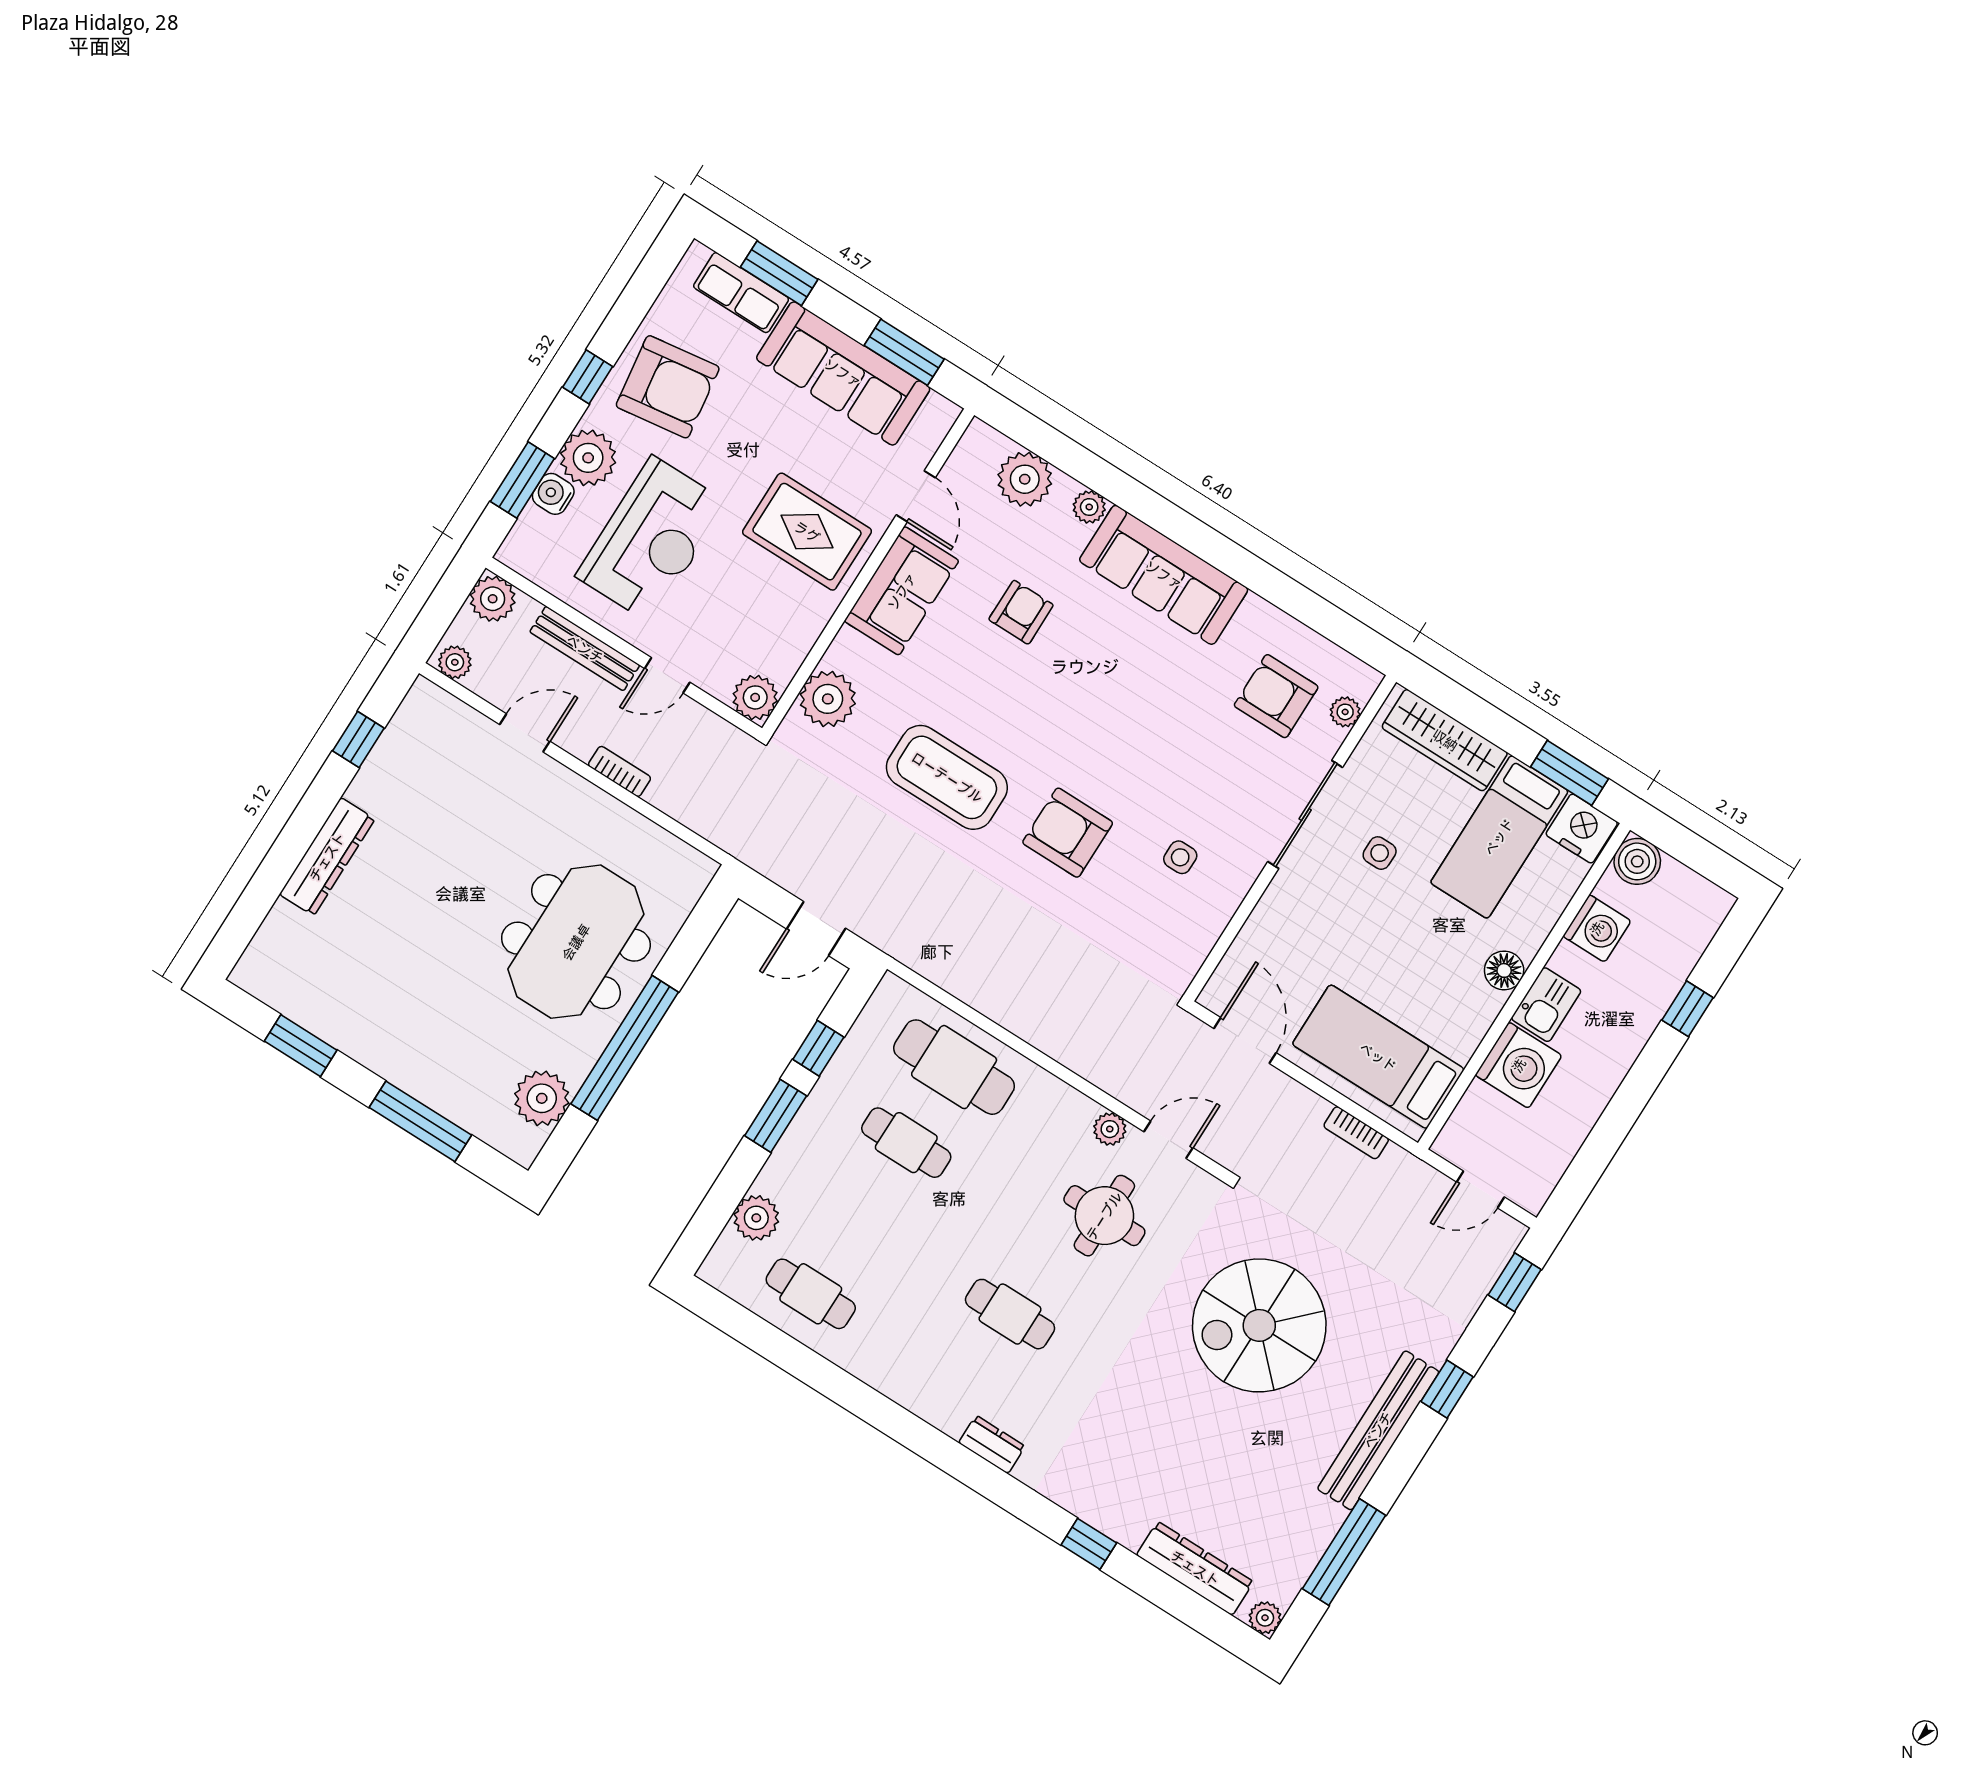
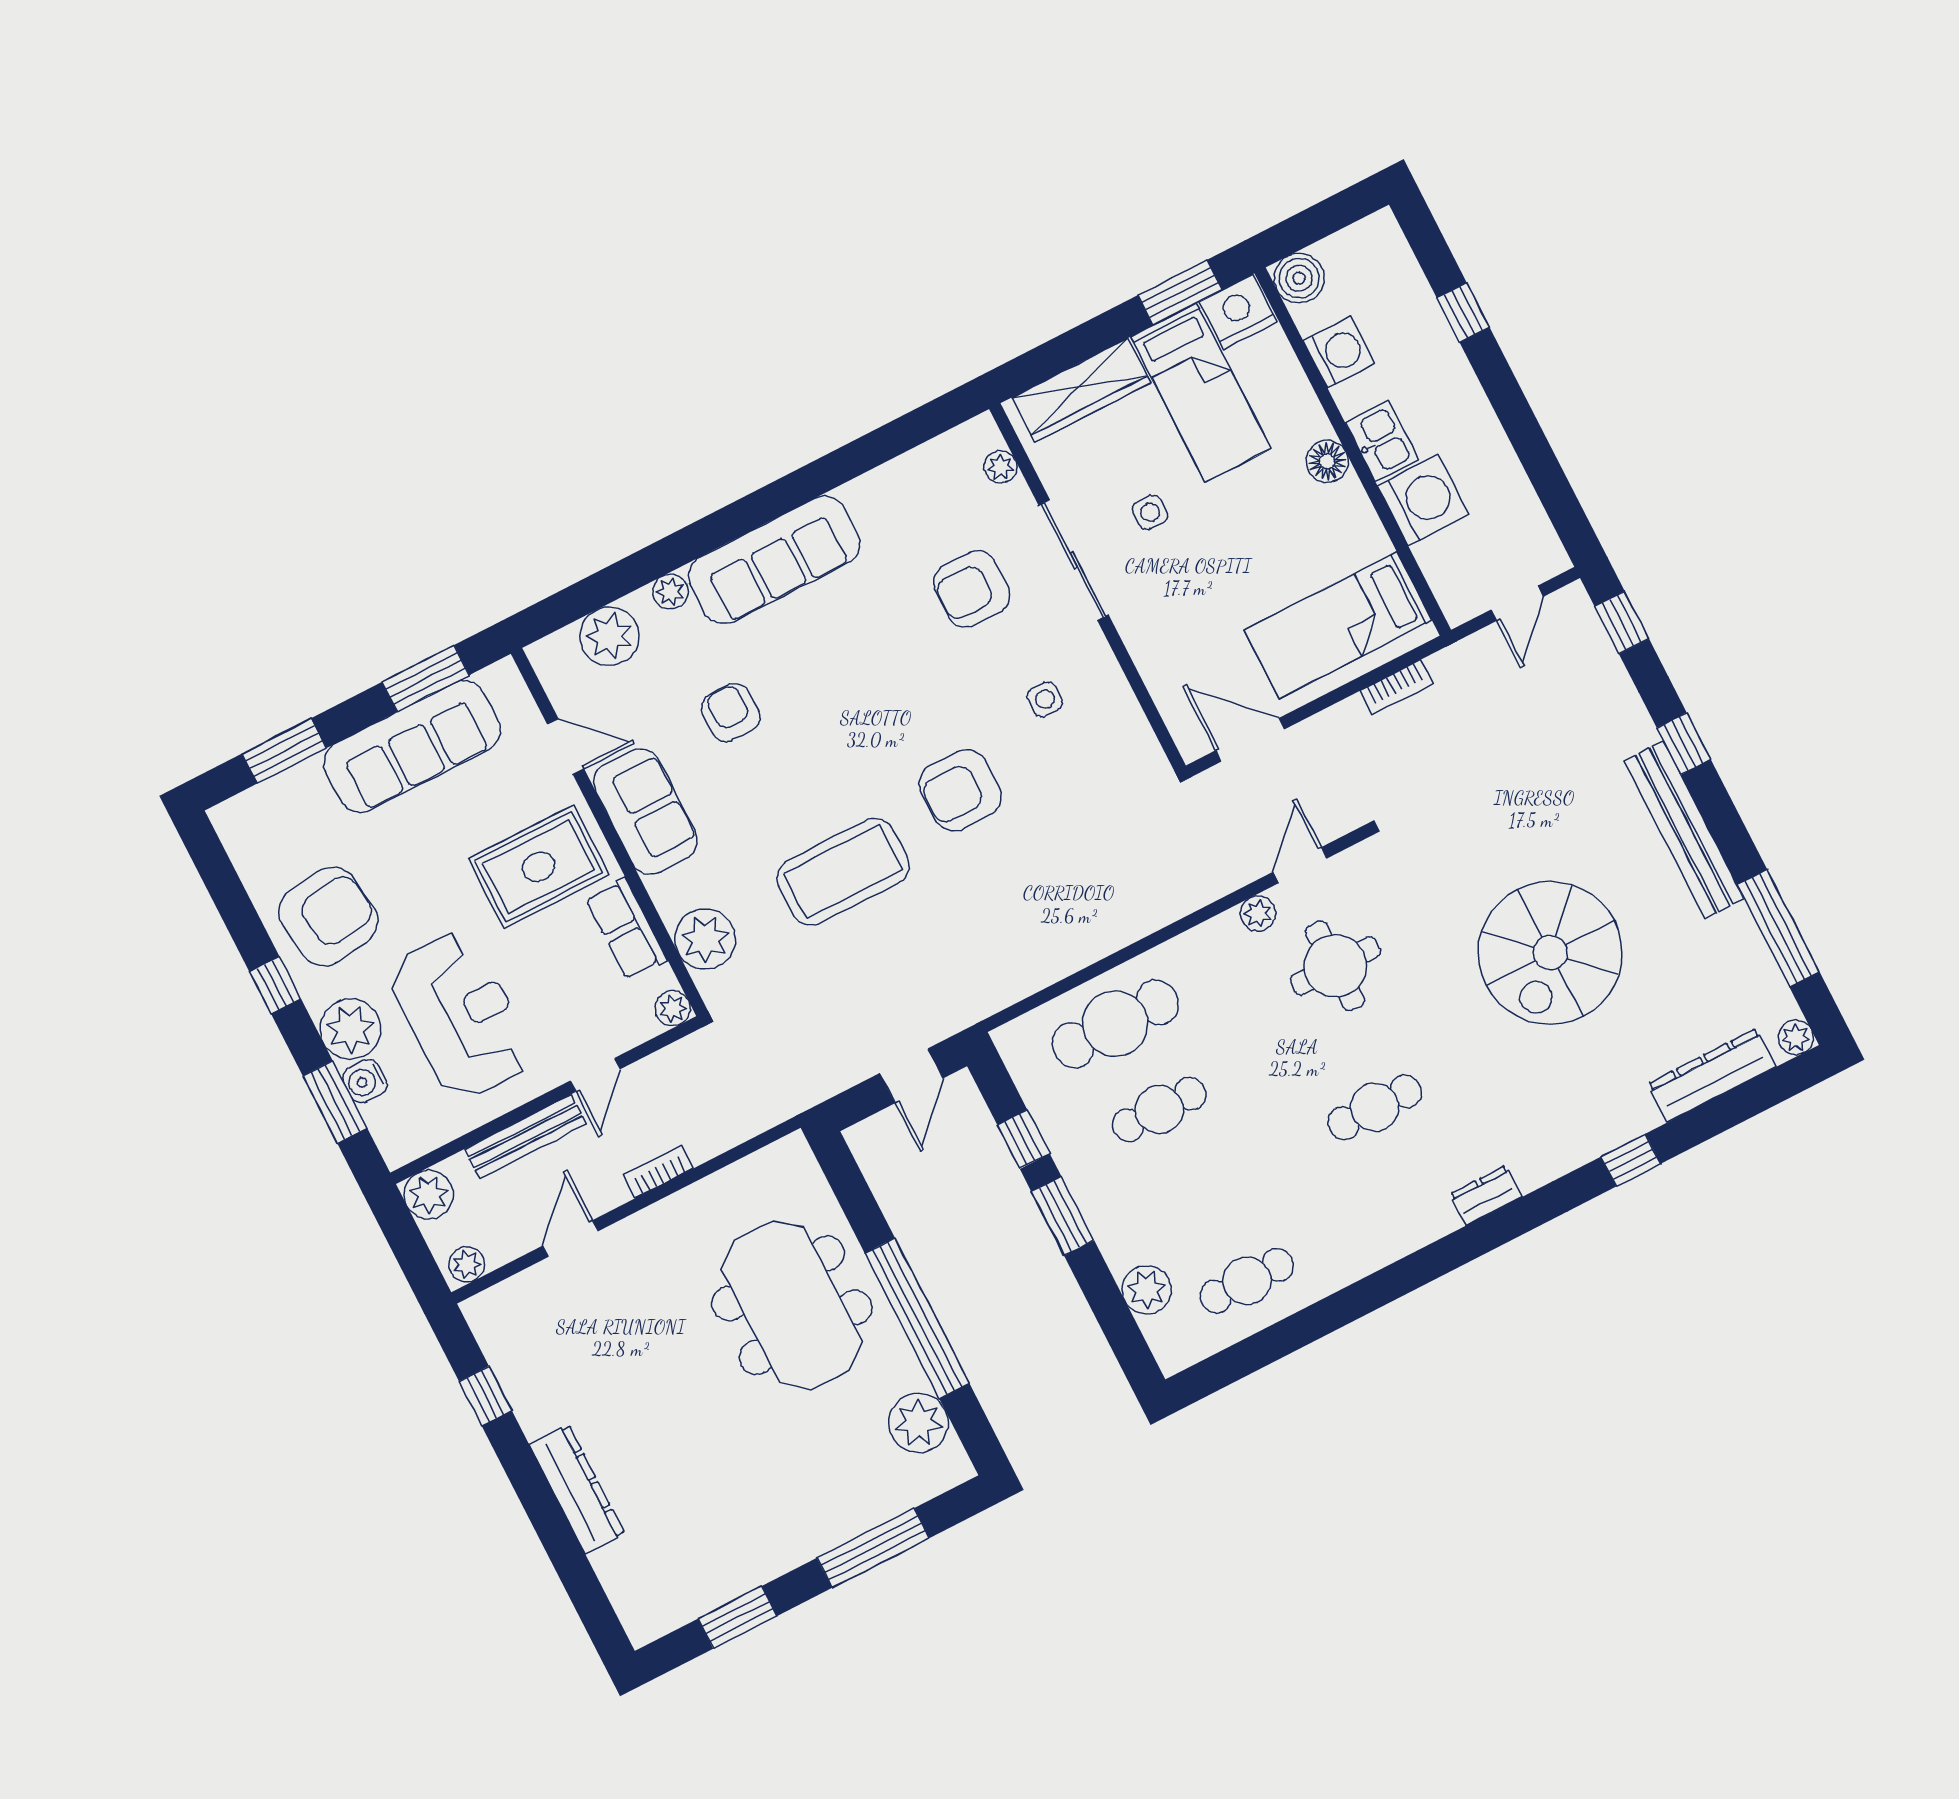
row of seats: (741, 293) -> (626, 929), moved, turned 90
armchair: (1276, 696) -> (972, 589), moved
plant: (755, 697) -> (673, 1008), width x0.73, depth x0.73
spiral stairs: (1259, 1325) -> (1550, 953), moved

